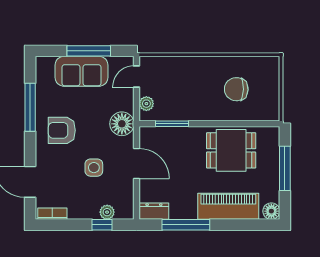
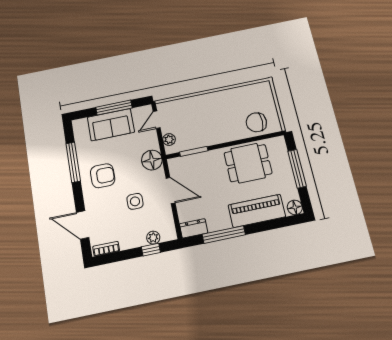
chair: (236, 89) -> (256, 122), moved
armchair: (62, 130) -> (103, 176), turned 180

